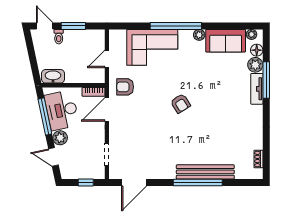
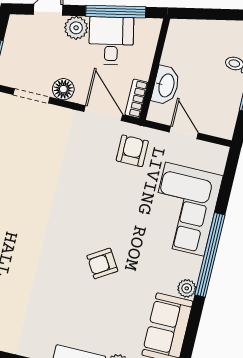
washbasin: (53, 76) -> (166, 85), moved
armchair: (180, 103) -> (102, 263), moved
desk: (62, 110) -> (111, 41), width x0.73
floor lamp: (98, 137) -> (63, 89), added

